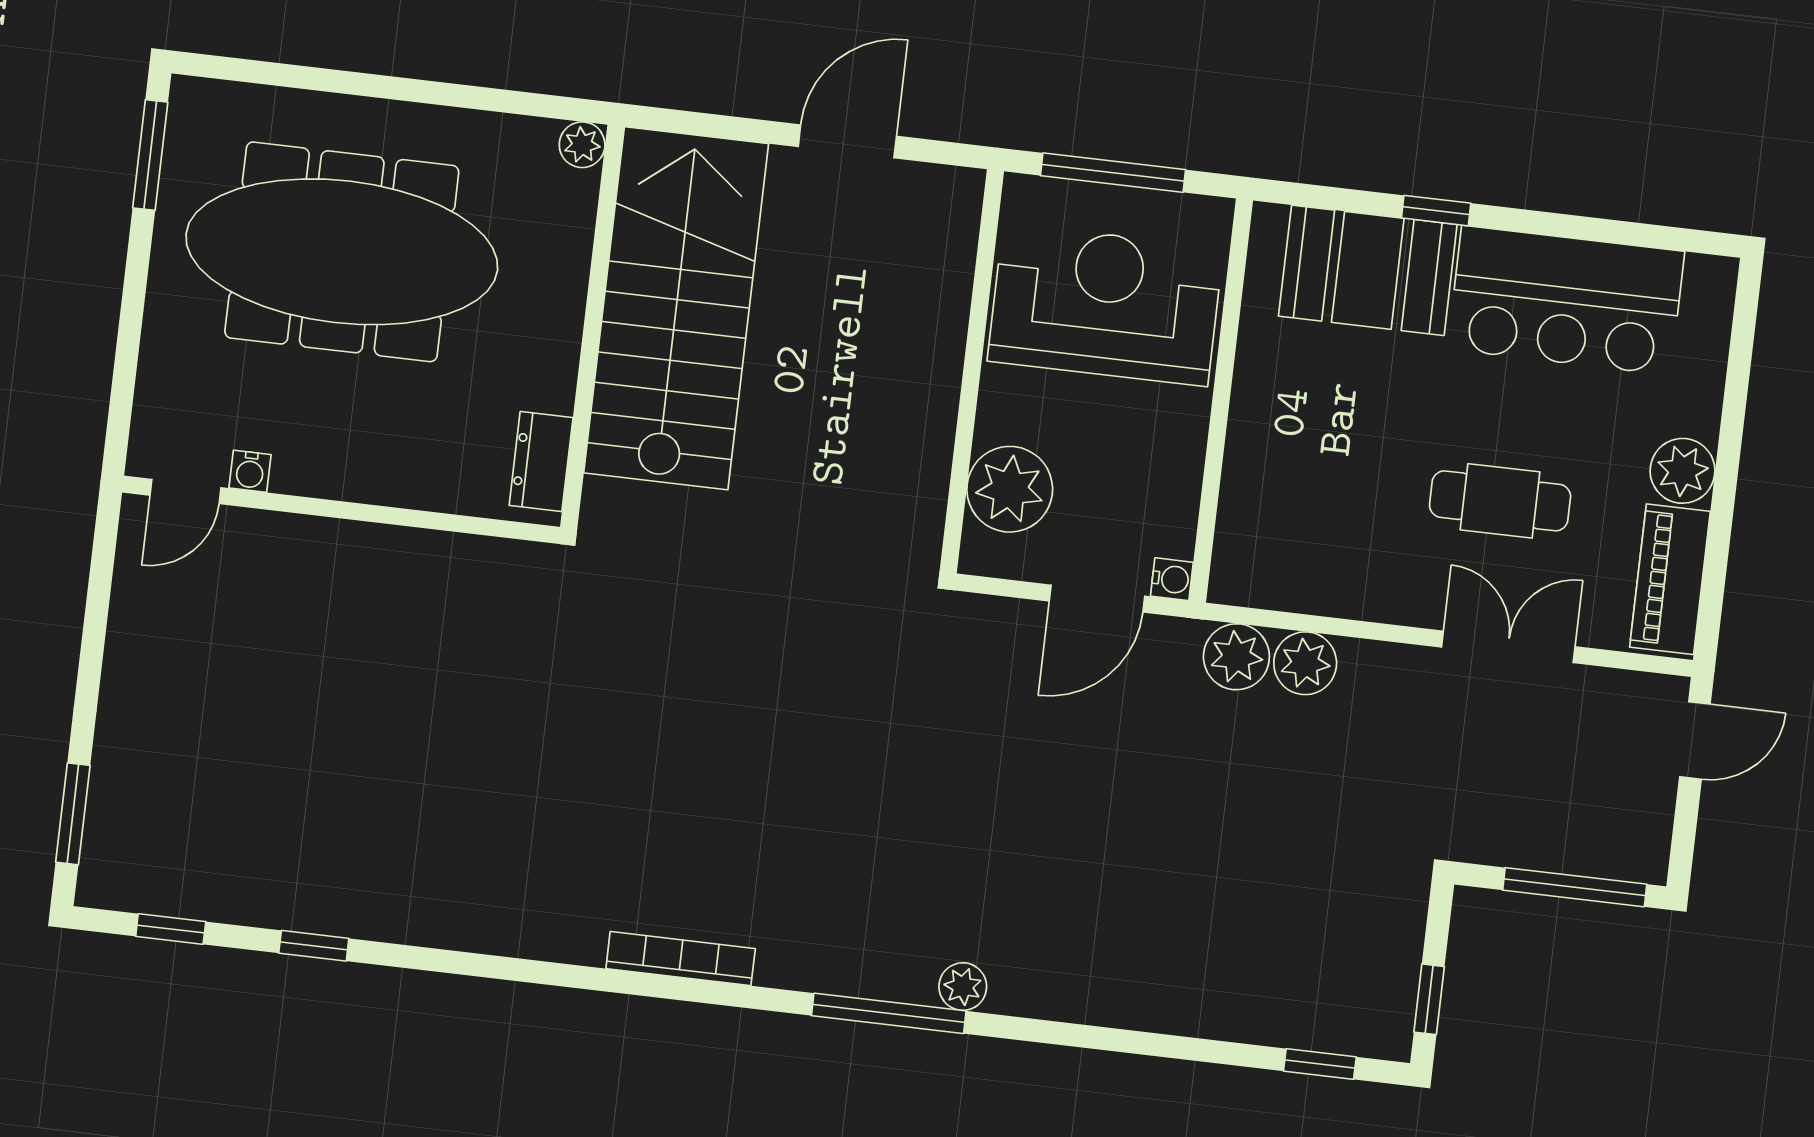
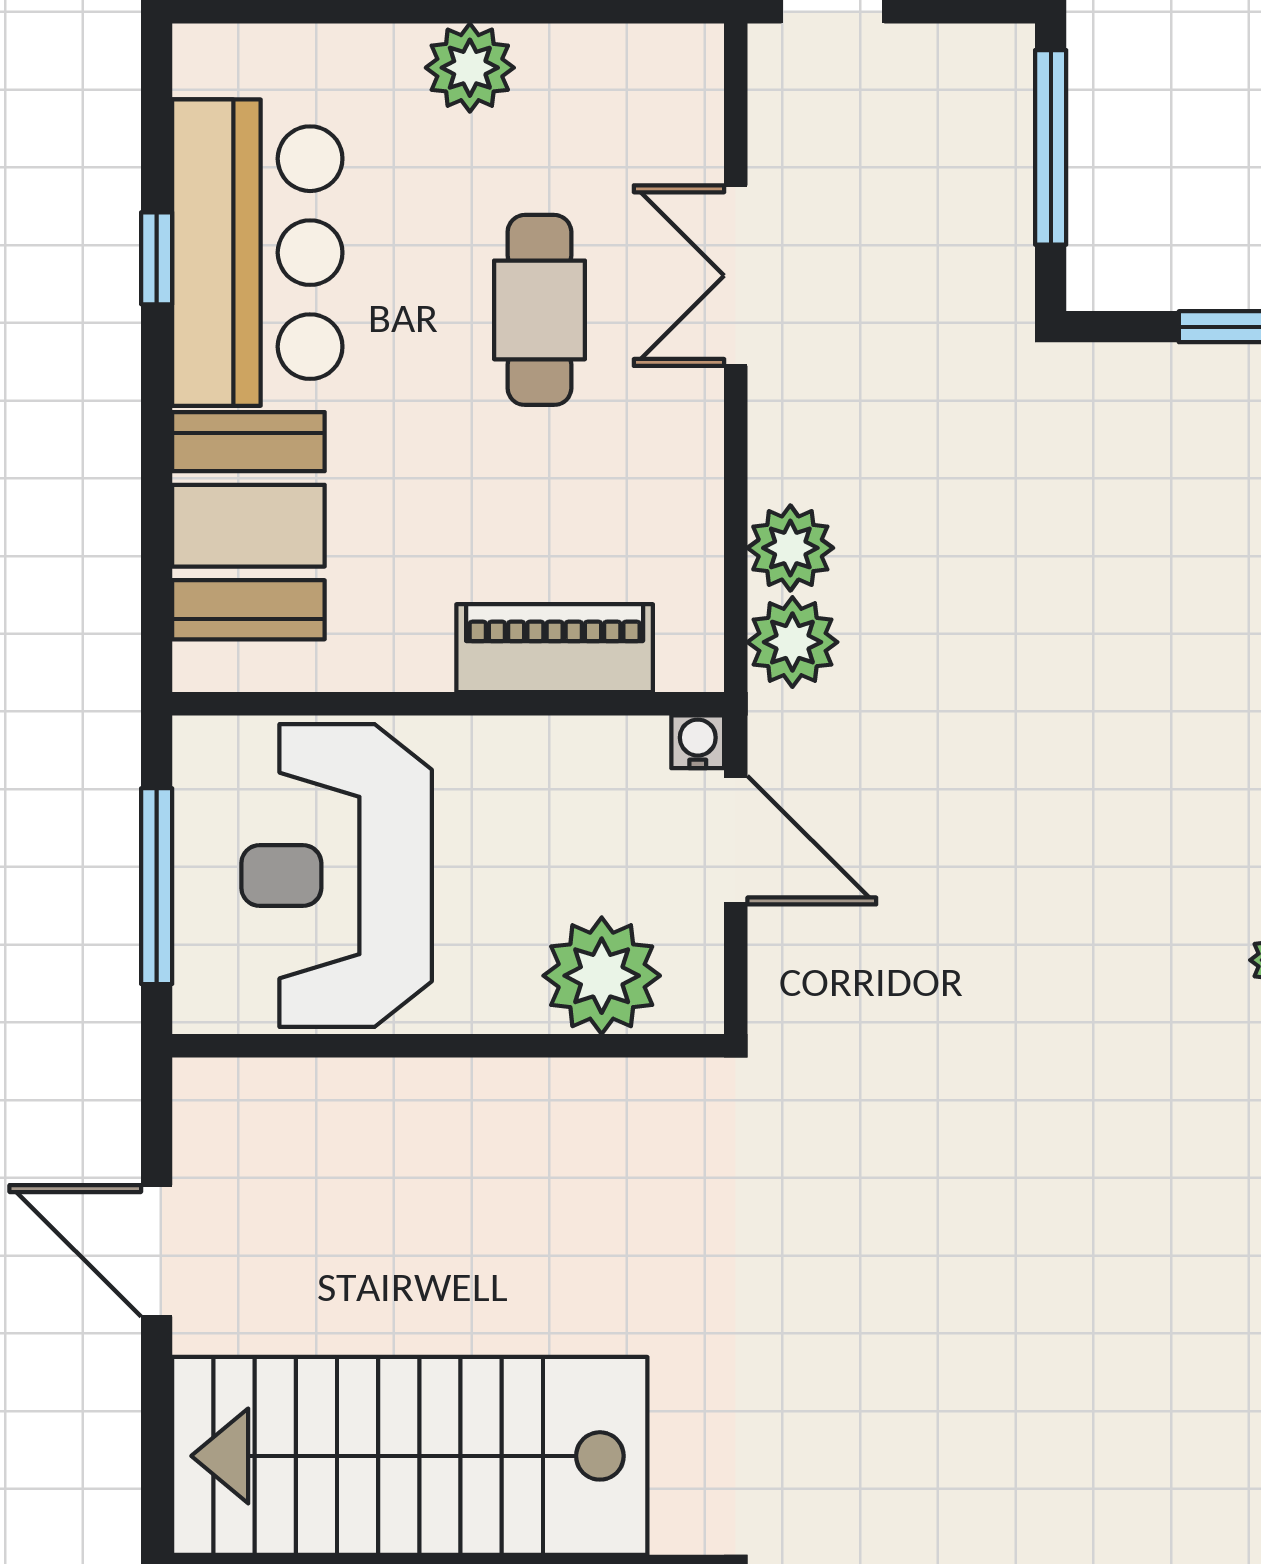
window: (1436, 211) -> (157, 258), moved
piano: (1670, 579) -> (555, 648), moved, turned 180

